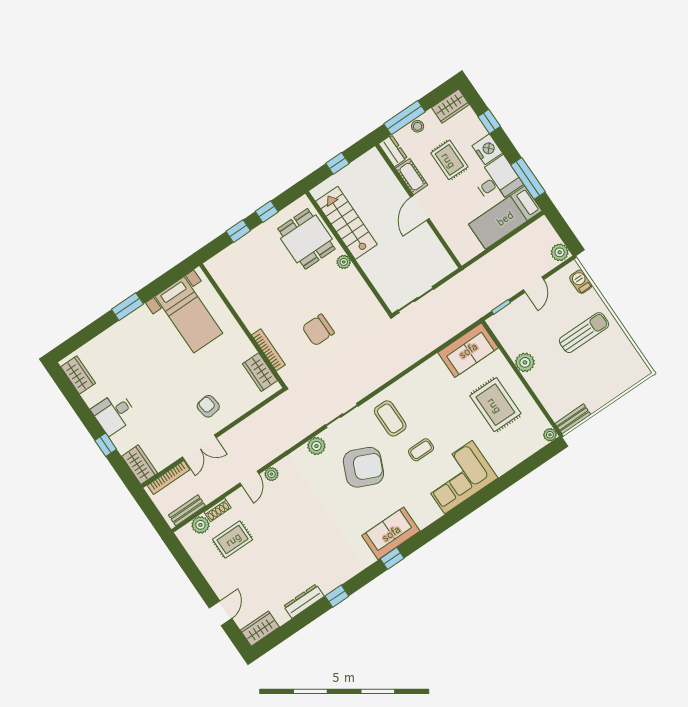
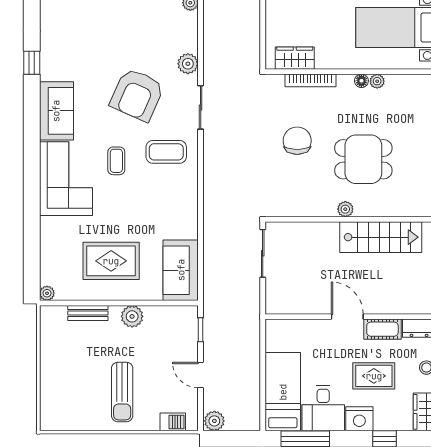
dining table: (306, 239) -> (363, 159), moved
plant: (236, 302) -> (377, 81), added
floor lamp: (244, 313) -> (361, 81), added
bench: (573, 419) -> (88, 313), moved, turned 90
sofa: (391, 533) -> (56, 111), moved

